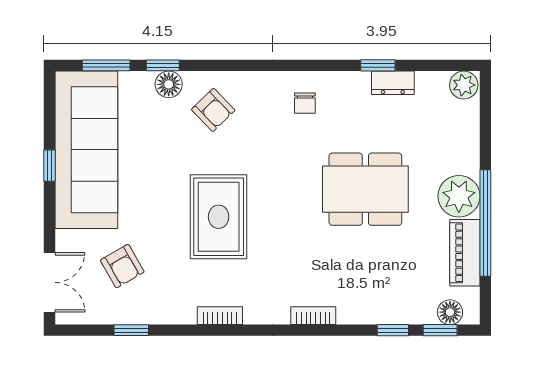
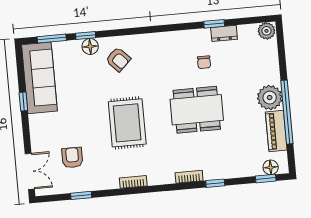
chair: (305, 103) -> (204, 62), moved
sofa: (86, 150) -> (39, 78), width x0.74, depth x0.79
dining table: (365, 189) -> (197, 110), moved
armchair: (122, 266) -> (72, 158), turned -150
window: (393, 330) -> (215, 183), moved

